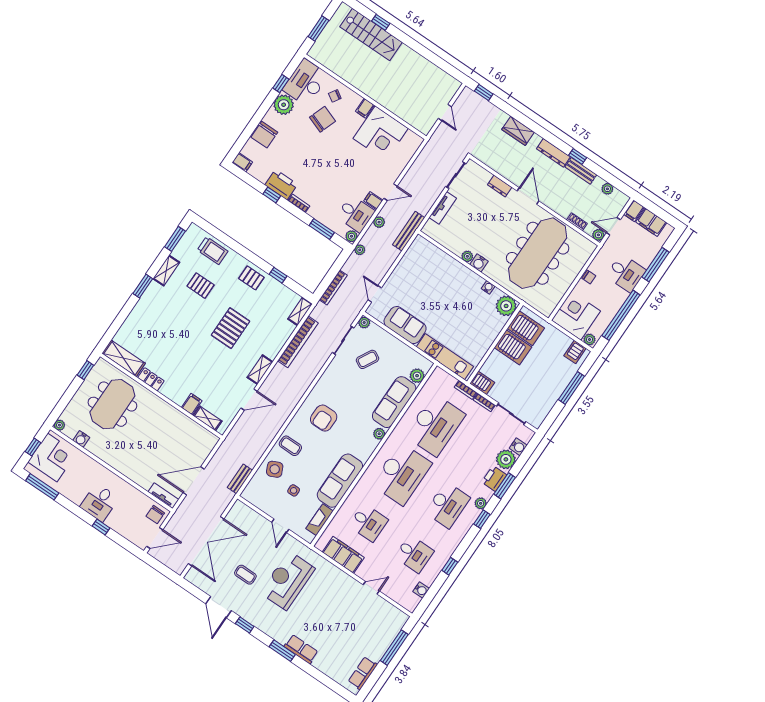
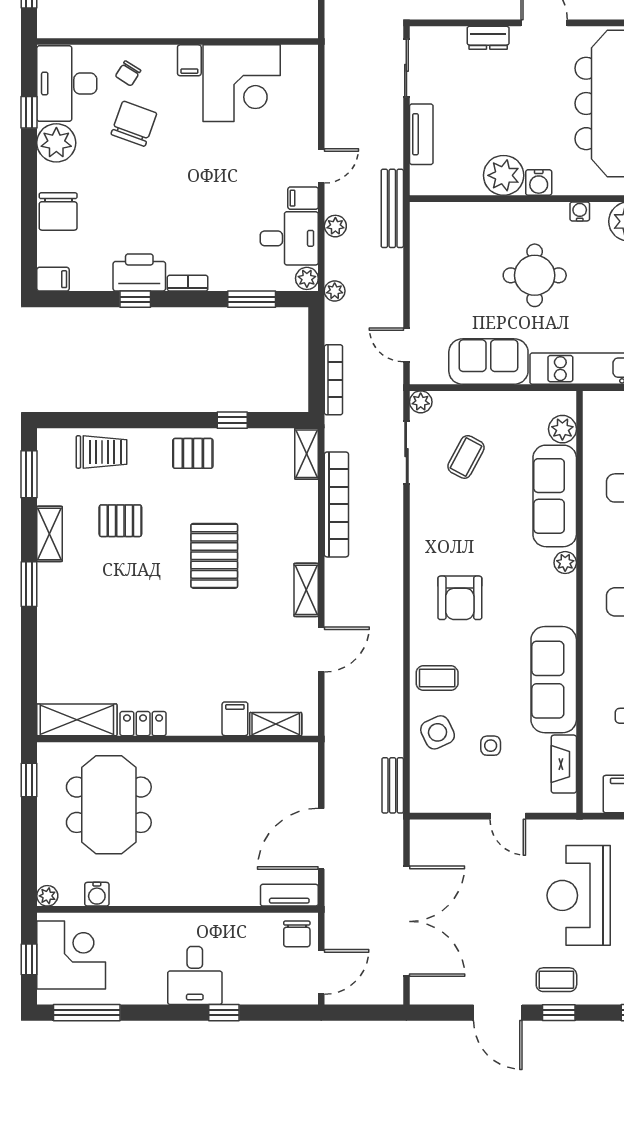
plant: (467, 256) -> (504, 175), width x1.87, depth x1.87
round table: (450, 302) -> (535, 275), added
coffee table: (245, 575) -> (556, 980), moved

